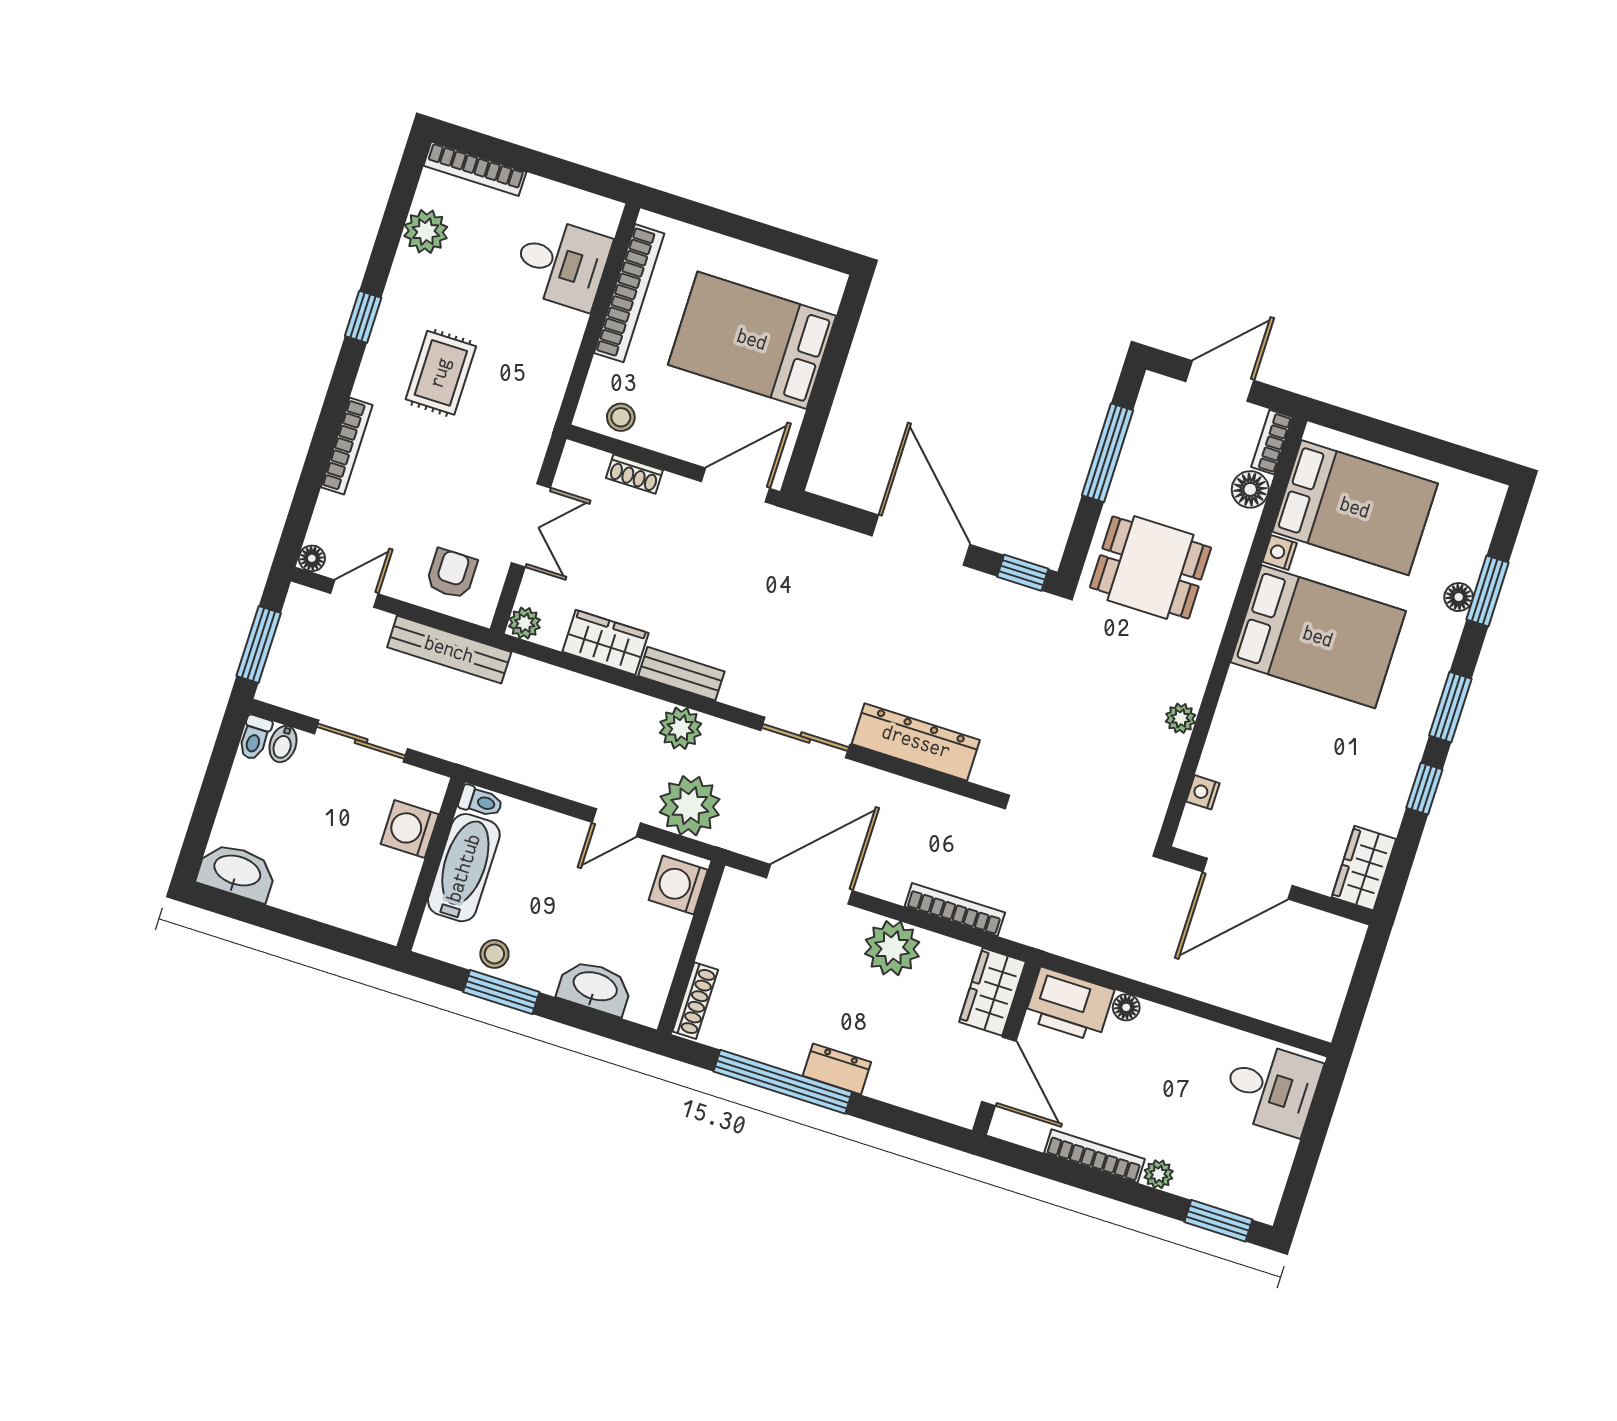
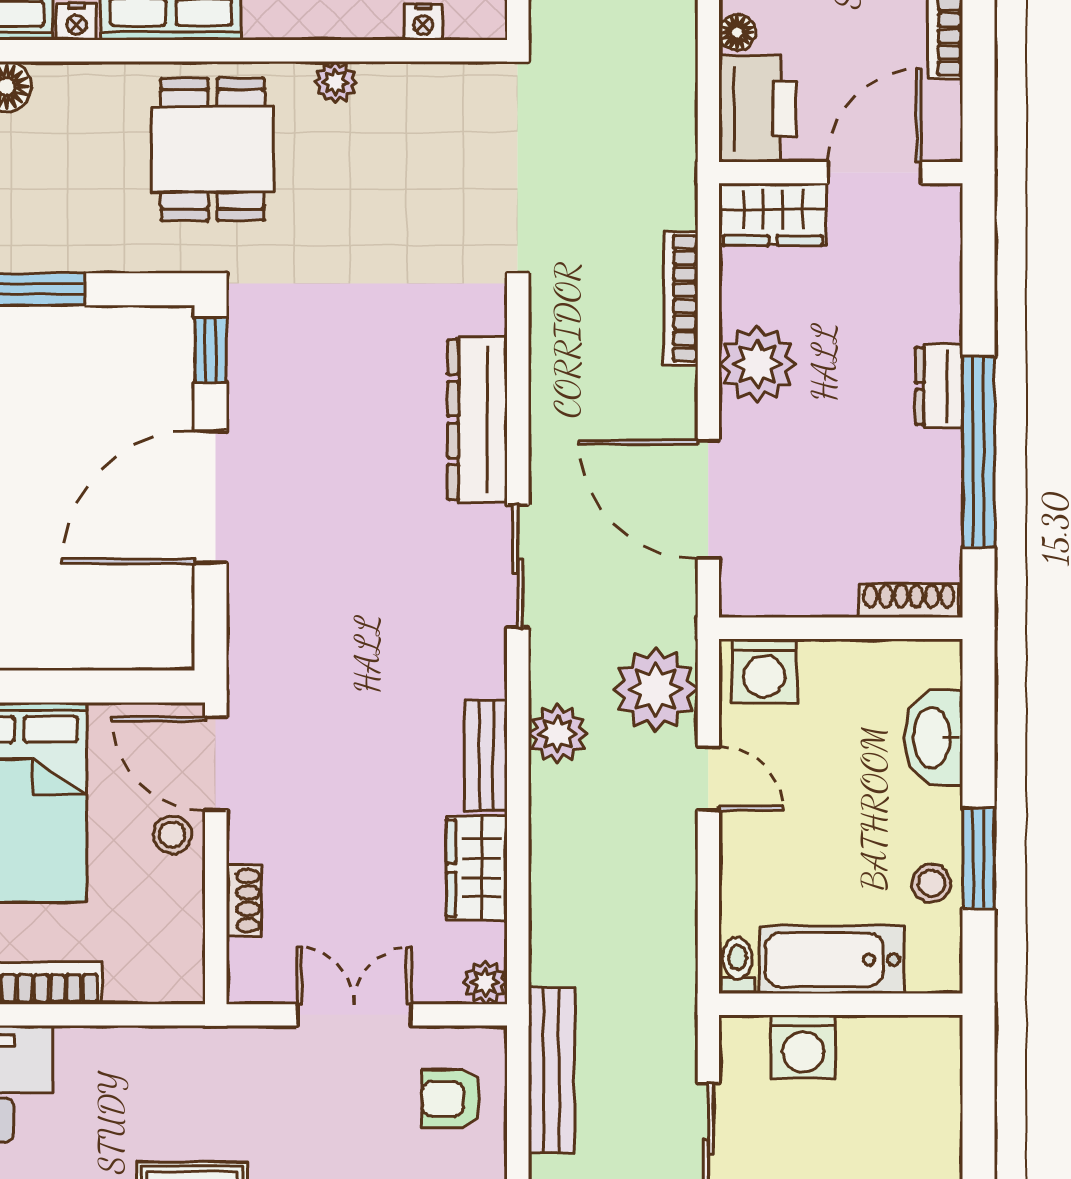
stool: (621, 417) -> (172, 835), moved
dining table: (1151, 567) -> (213, 149), moved

